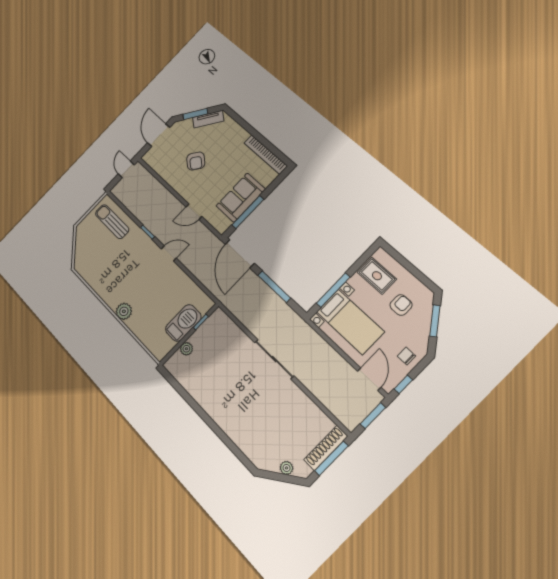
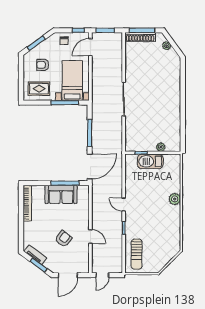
door: (194, 212) -> (90, 237), moved
rug: (377, 276) -> (39, 89), turned 90

